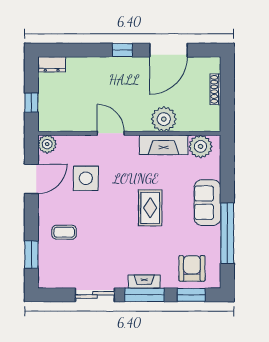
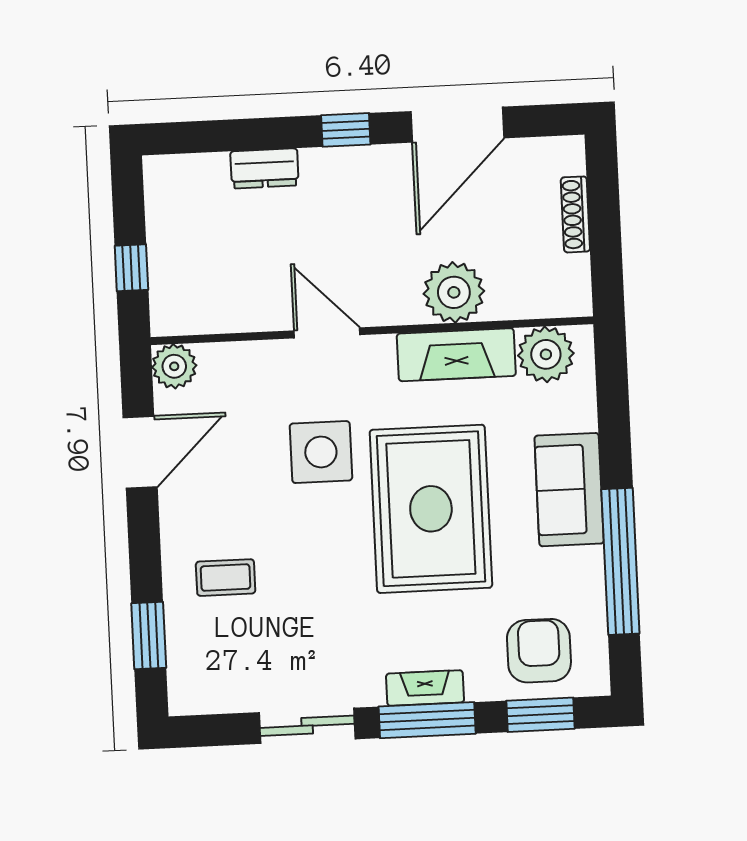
dresser: (52, 64) -> (264, 168), moved
side table: (86, 178) -> (321, 452), moved
rug: (150, 208) -> (431, 509), width x1.86, depth x2.06

